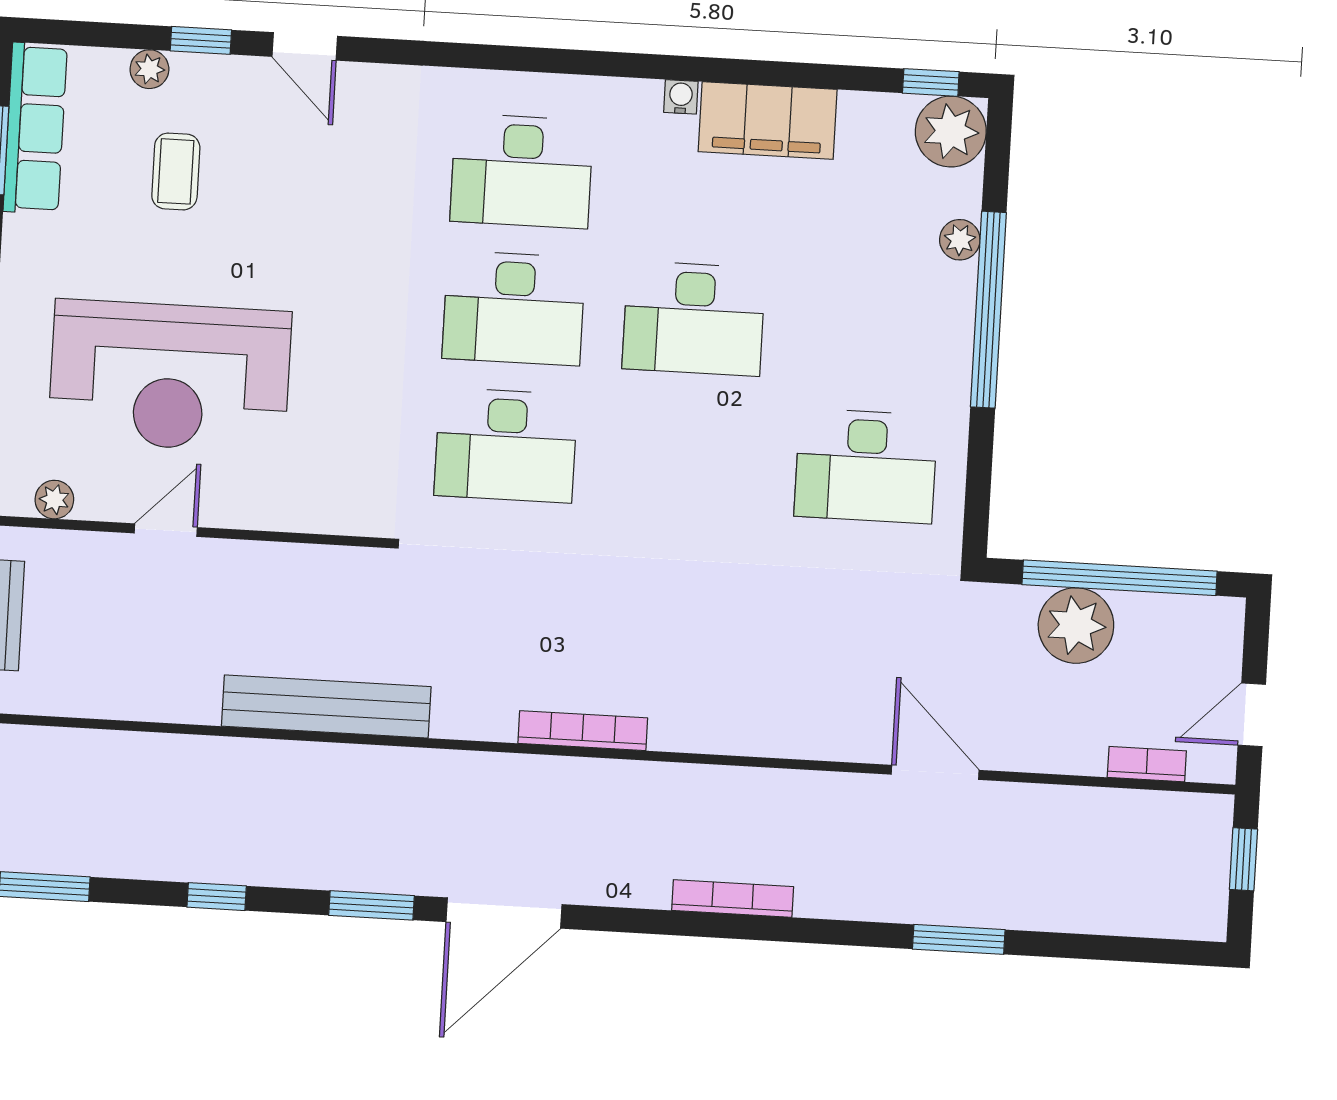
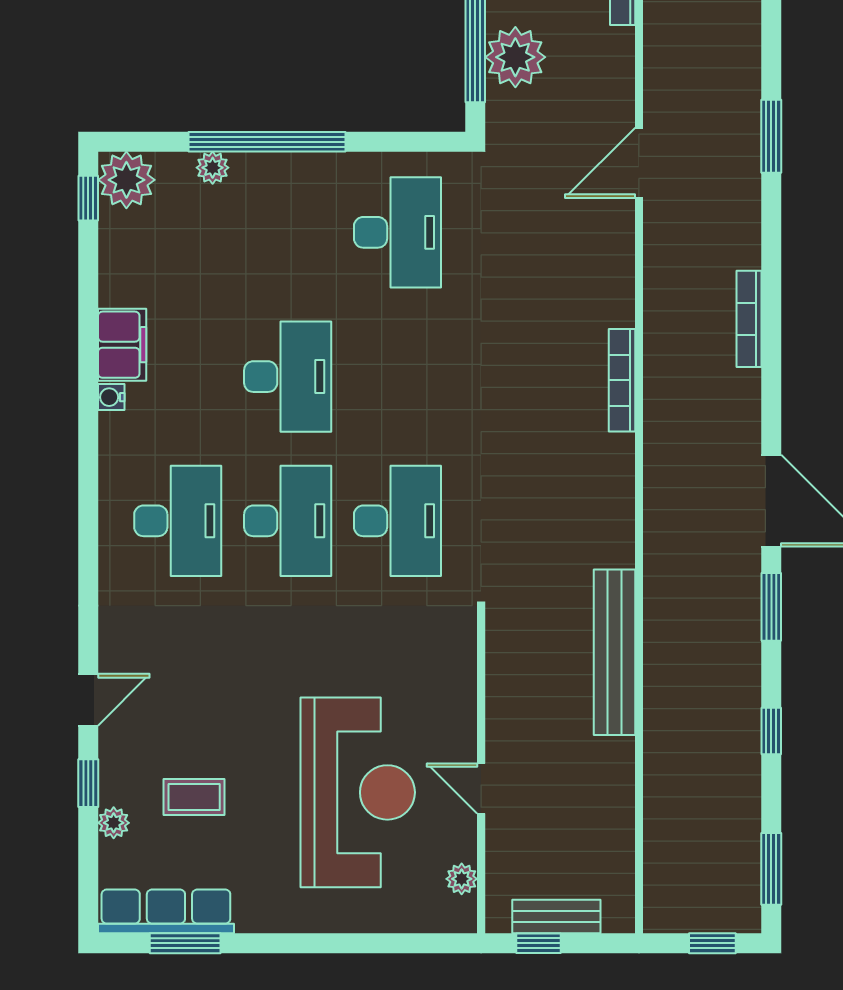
filing cabinet: (768, 121) -> (122, 345), width x0.67, depth x0.86
bookcase: (583, 731) -> (622, 380), moved

